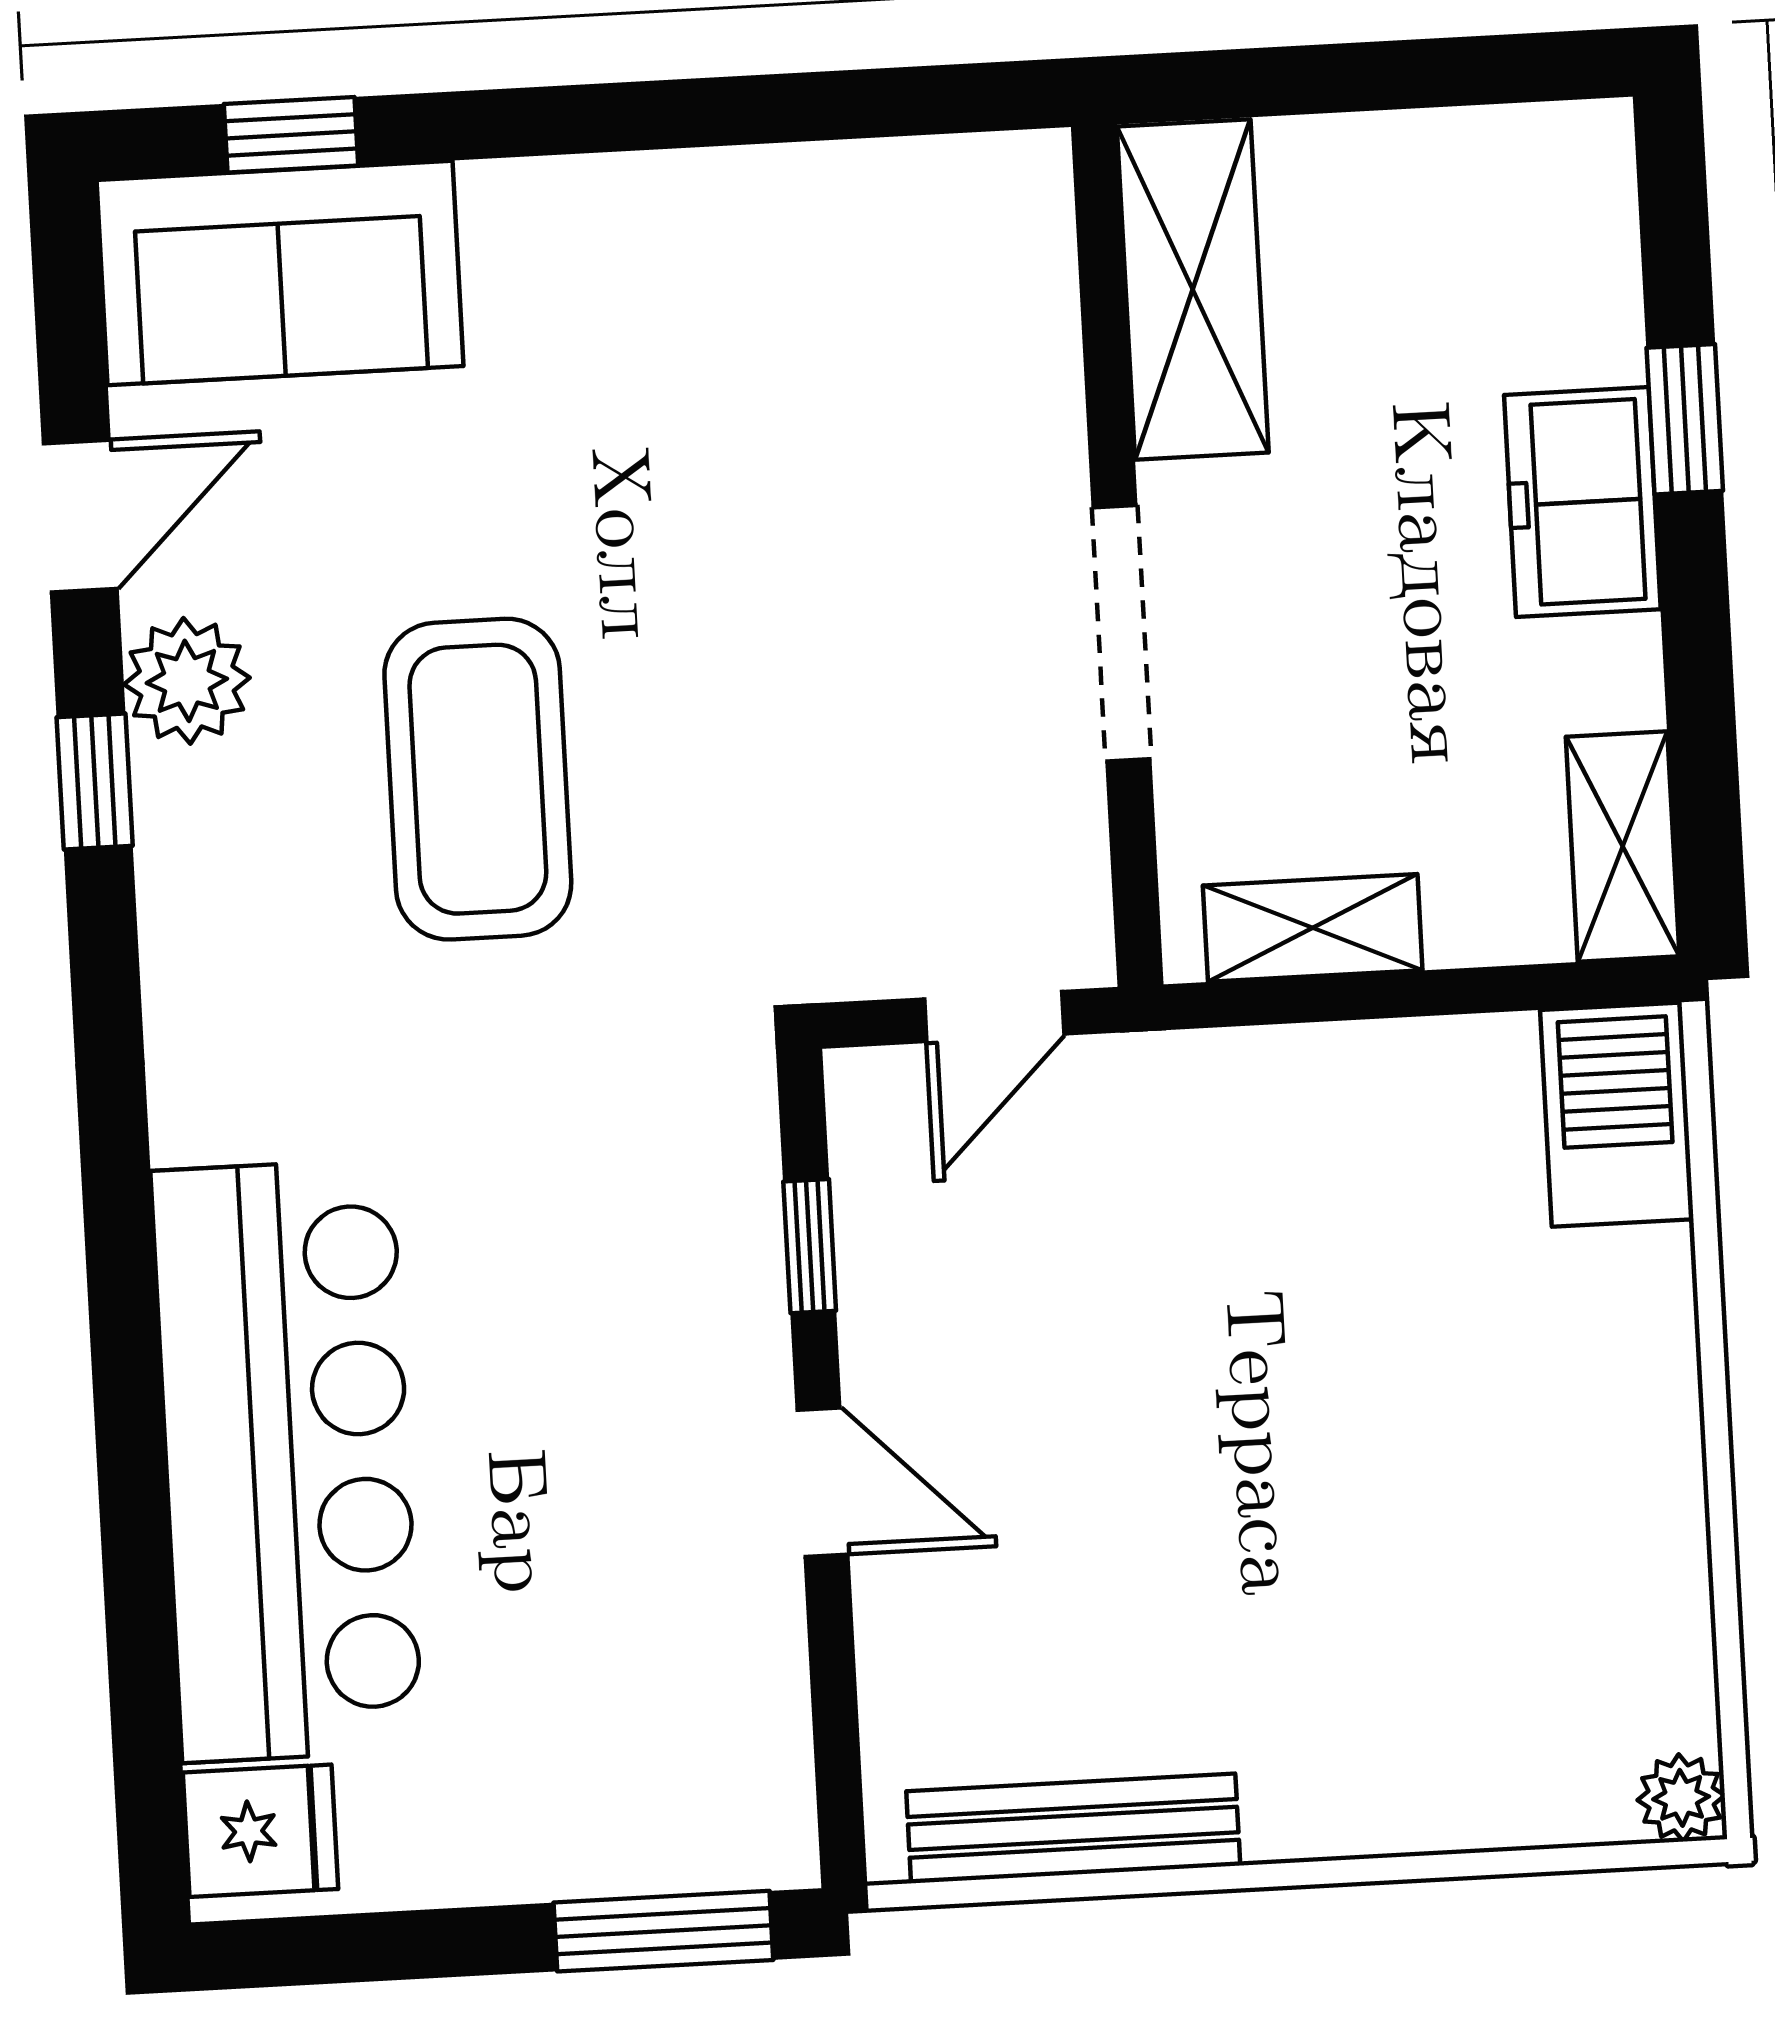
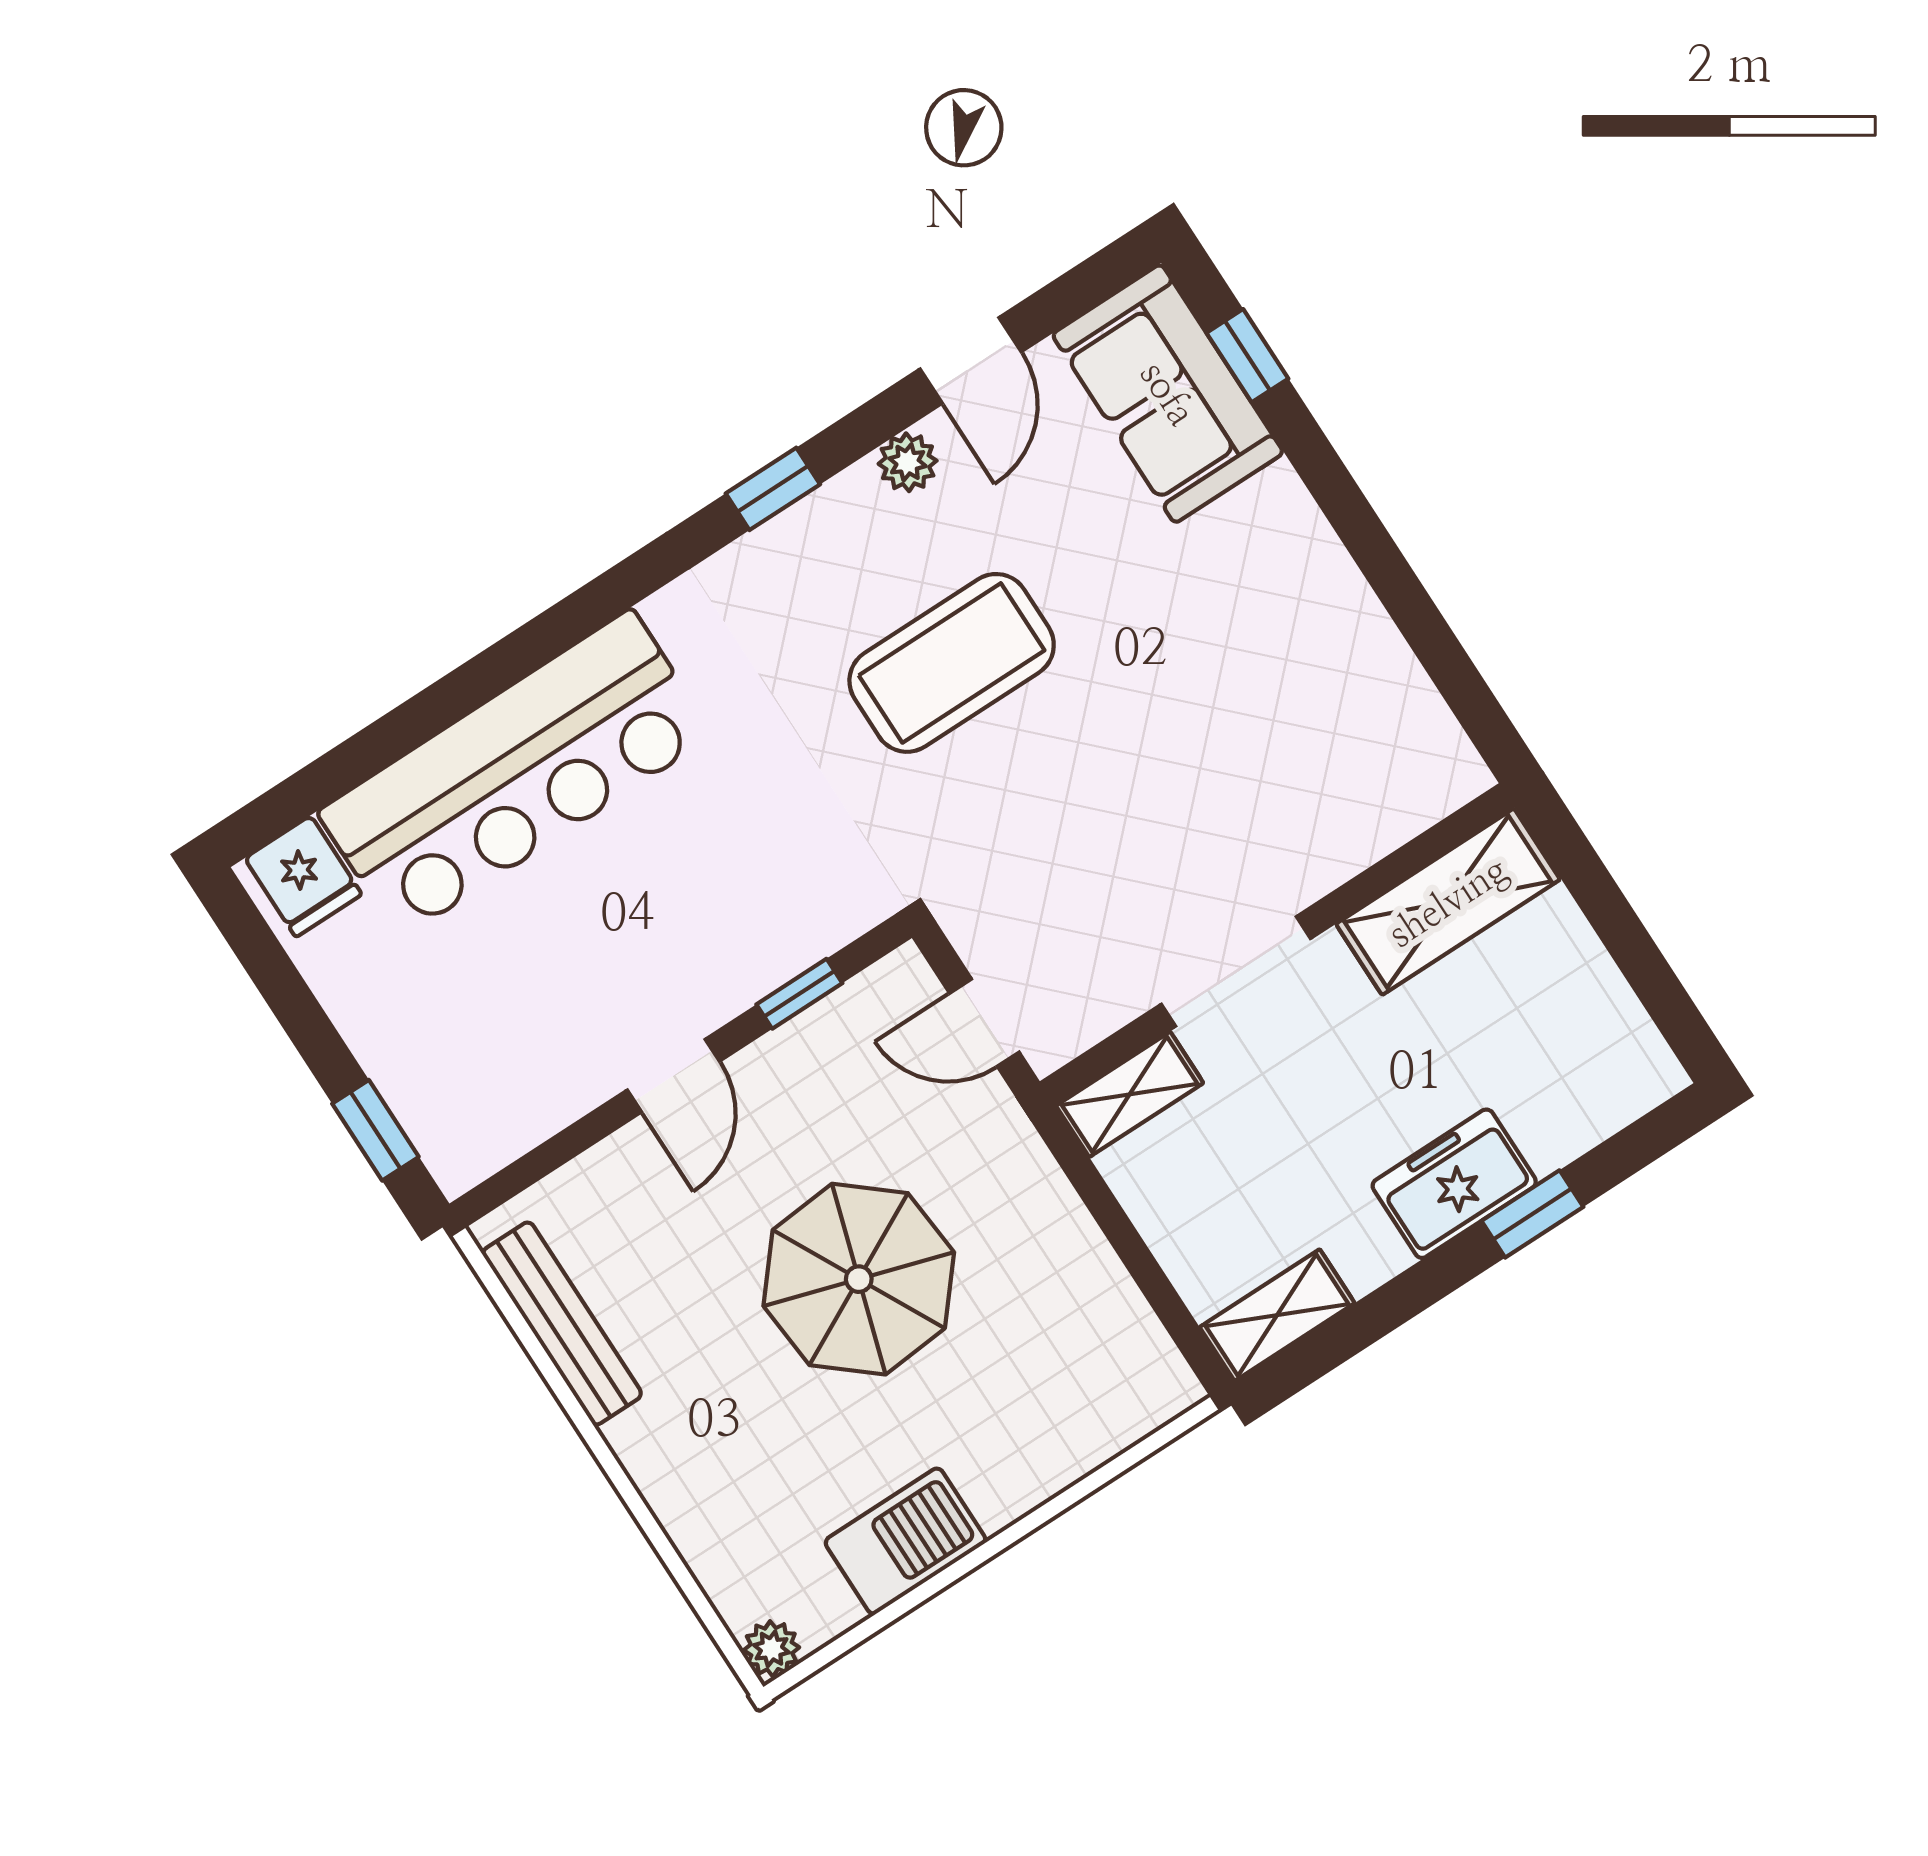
door: (80, 516) -> (971, 360), hinge flipped
plant: (187, 681) -> (908, 462), width x0.73, depth x0.73
window: (95, 782) -> (773, 489), moved
shelving: (1313, 928) -> (1130, 1094), moved, turned 90
barbecue: (1617, 1115) -> (905, 1541), moved
parasol: (1245, 1389) -> (859, 1279), added
window: (663, 1931) -> (375, 1130), width x0.67

